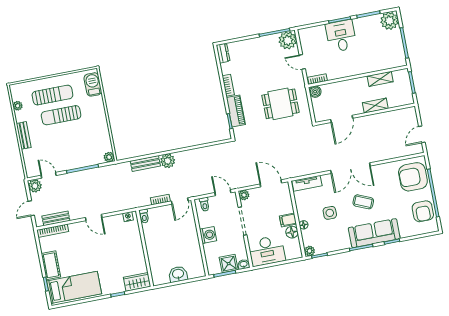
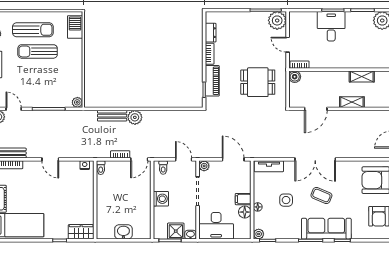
dresser: (223, 53) -> (211, 33), moved

